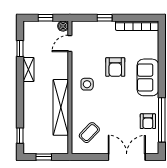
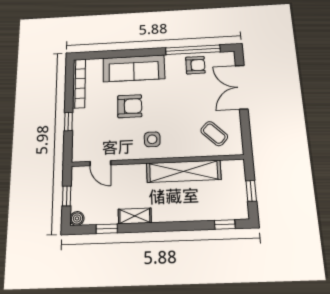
boiler: (63, 26) -> (77, 218), moved
sofa: (148, 77) -> (134, 68), width x1.36

